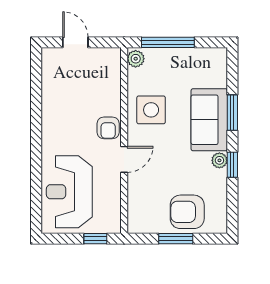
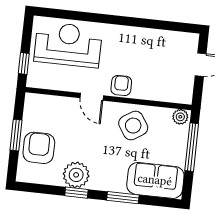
side table: (151, 110) -> (133, 126), turned -33
sofa: (209, 120) -> (155, 180), moved
armchair: (108, 128) -> (121, 86), turned 90
plant: (219, 160) -> (76, 175), width x1.88, depth x1.88

